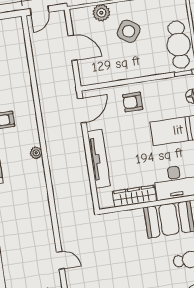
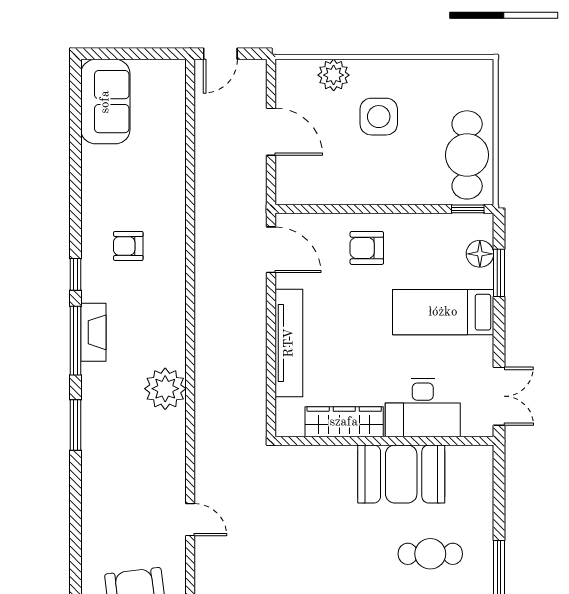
side table: (129, 31) -> (379, 117), turned -34
door: (82, 111) -> (271, 250), hinge flipped
plant: (36, 153) -> (165, 389), moved, width x1.88, depth x1.88

